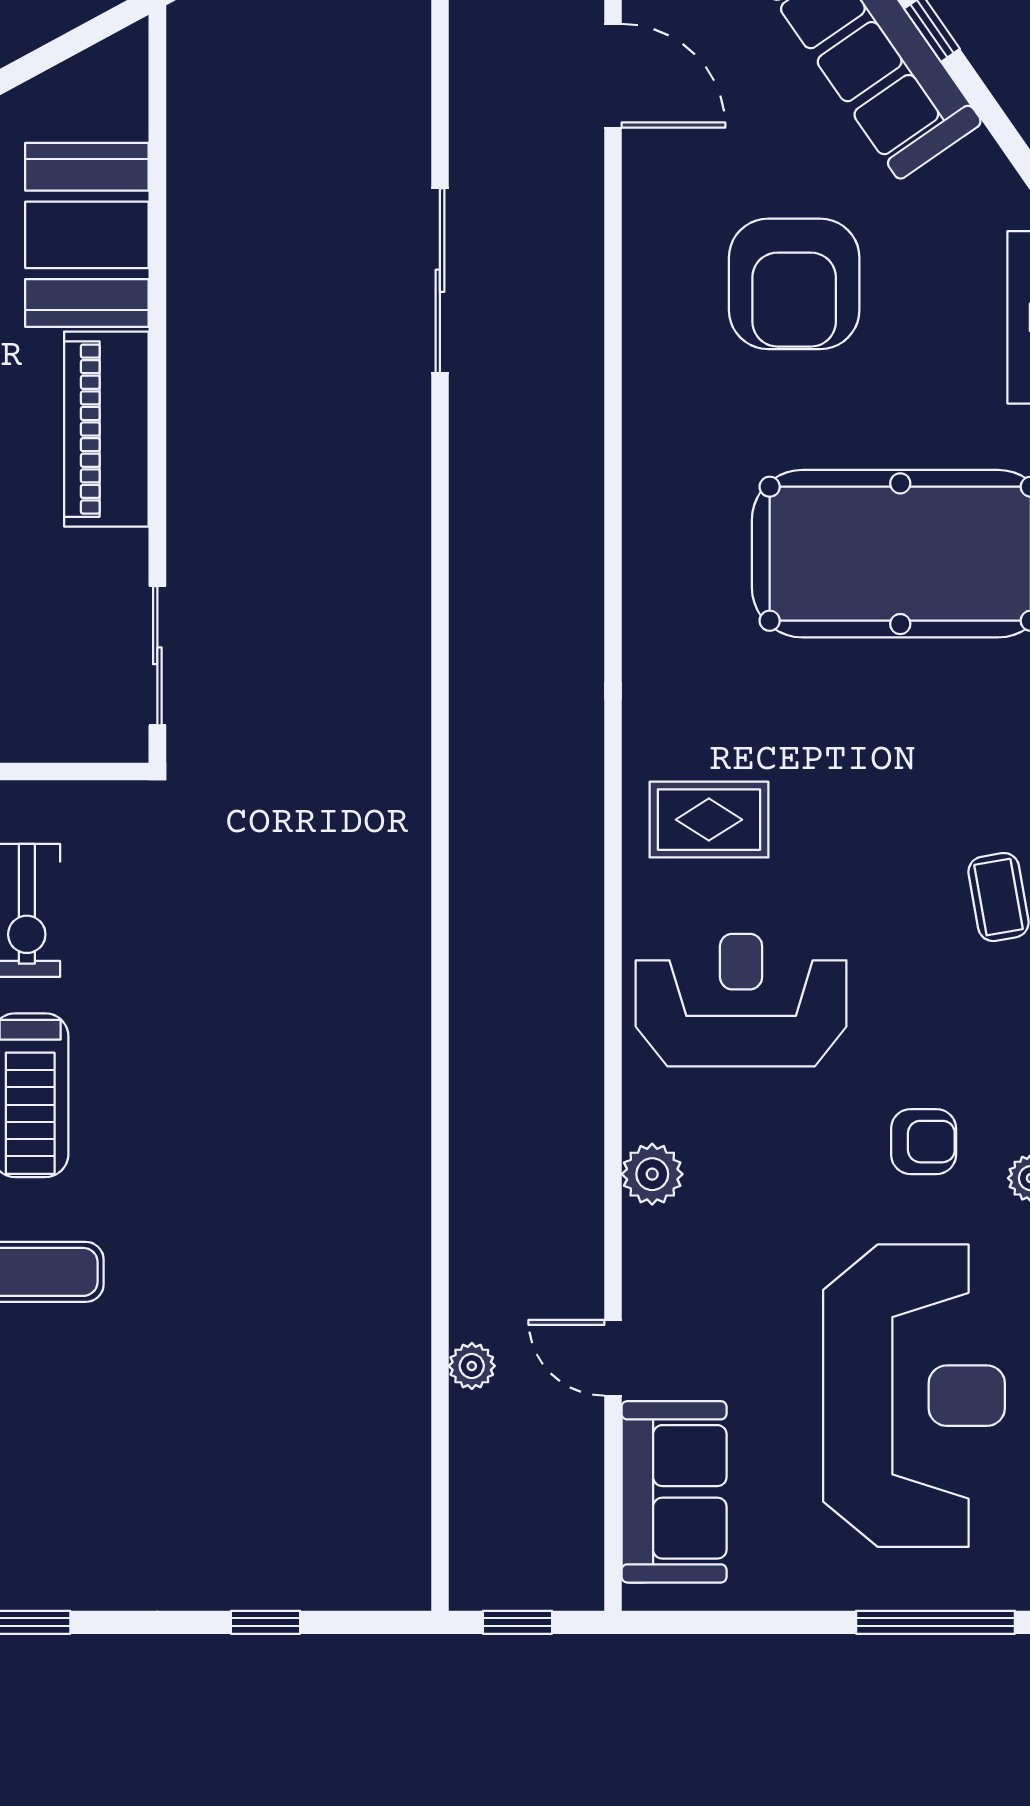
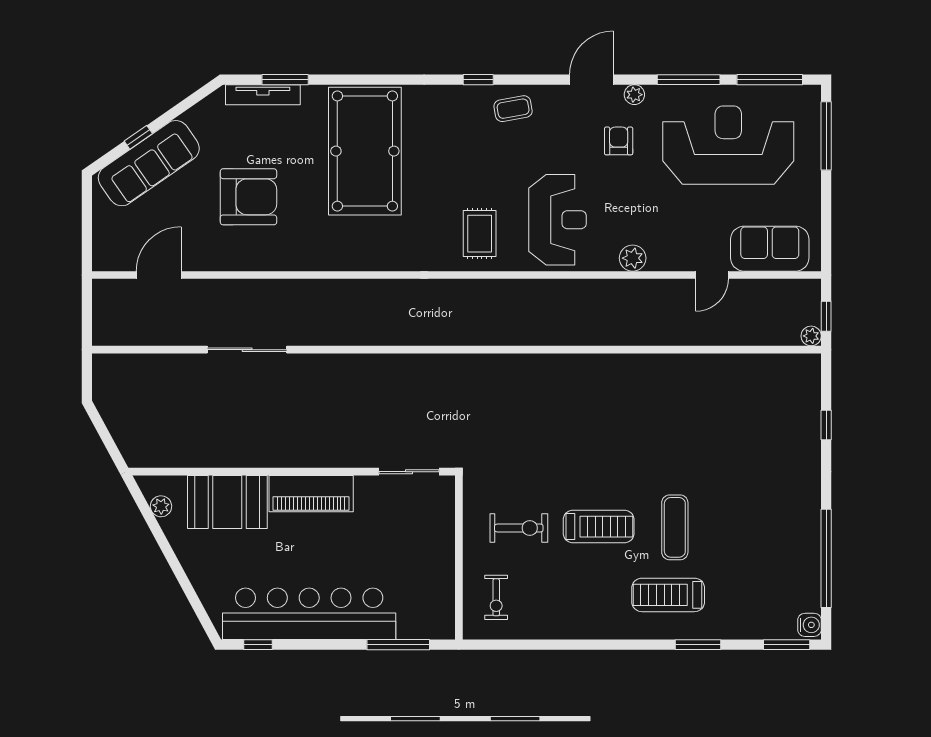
plant: (77, 81) -> (161, 506), added
reception desk: (741, 1000) -> (558, 220), turned 180
plant: (472, 1366) -> (811, 336), moved

